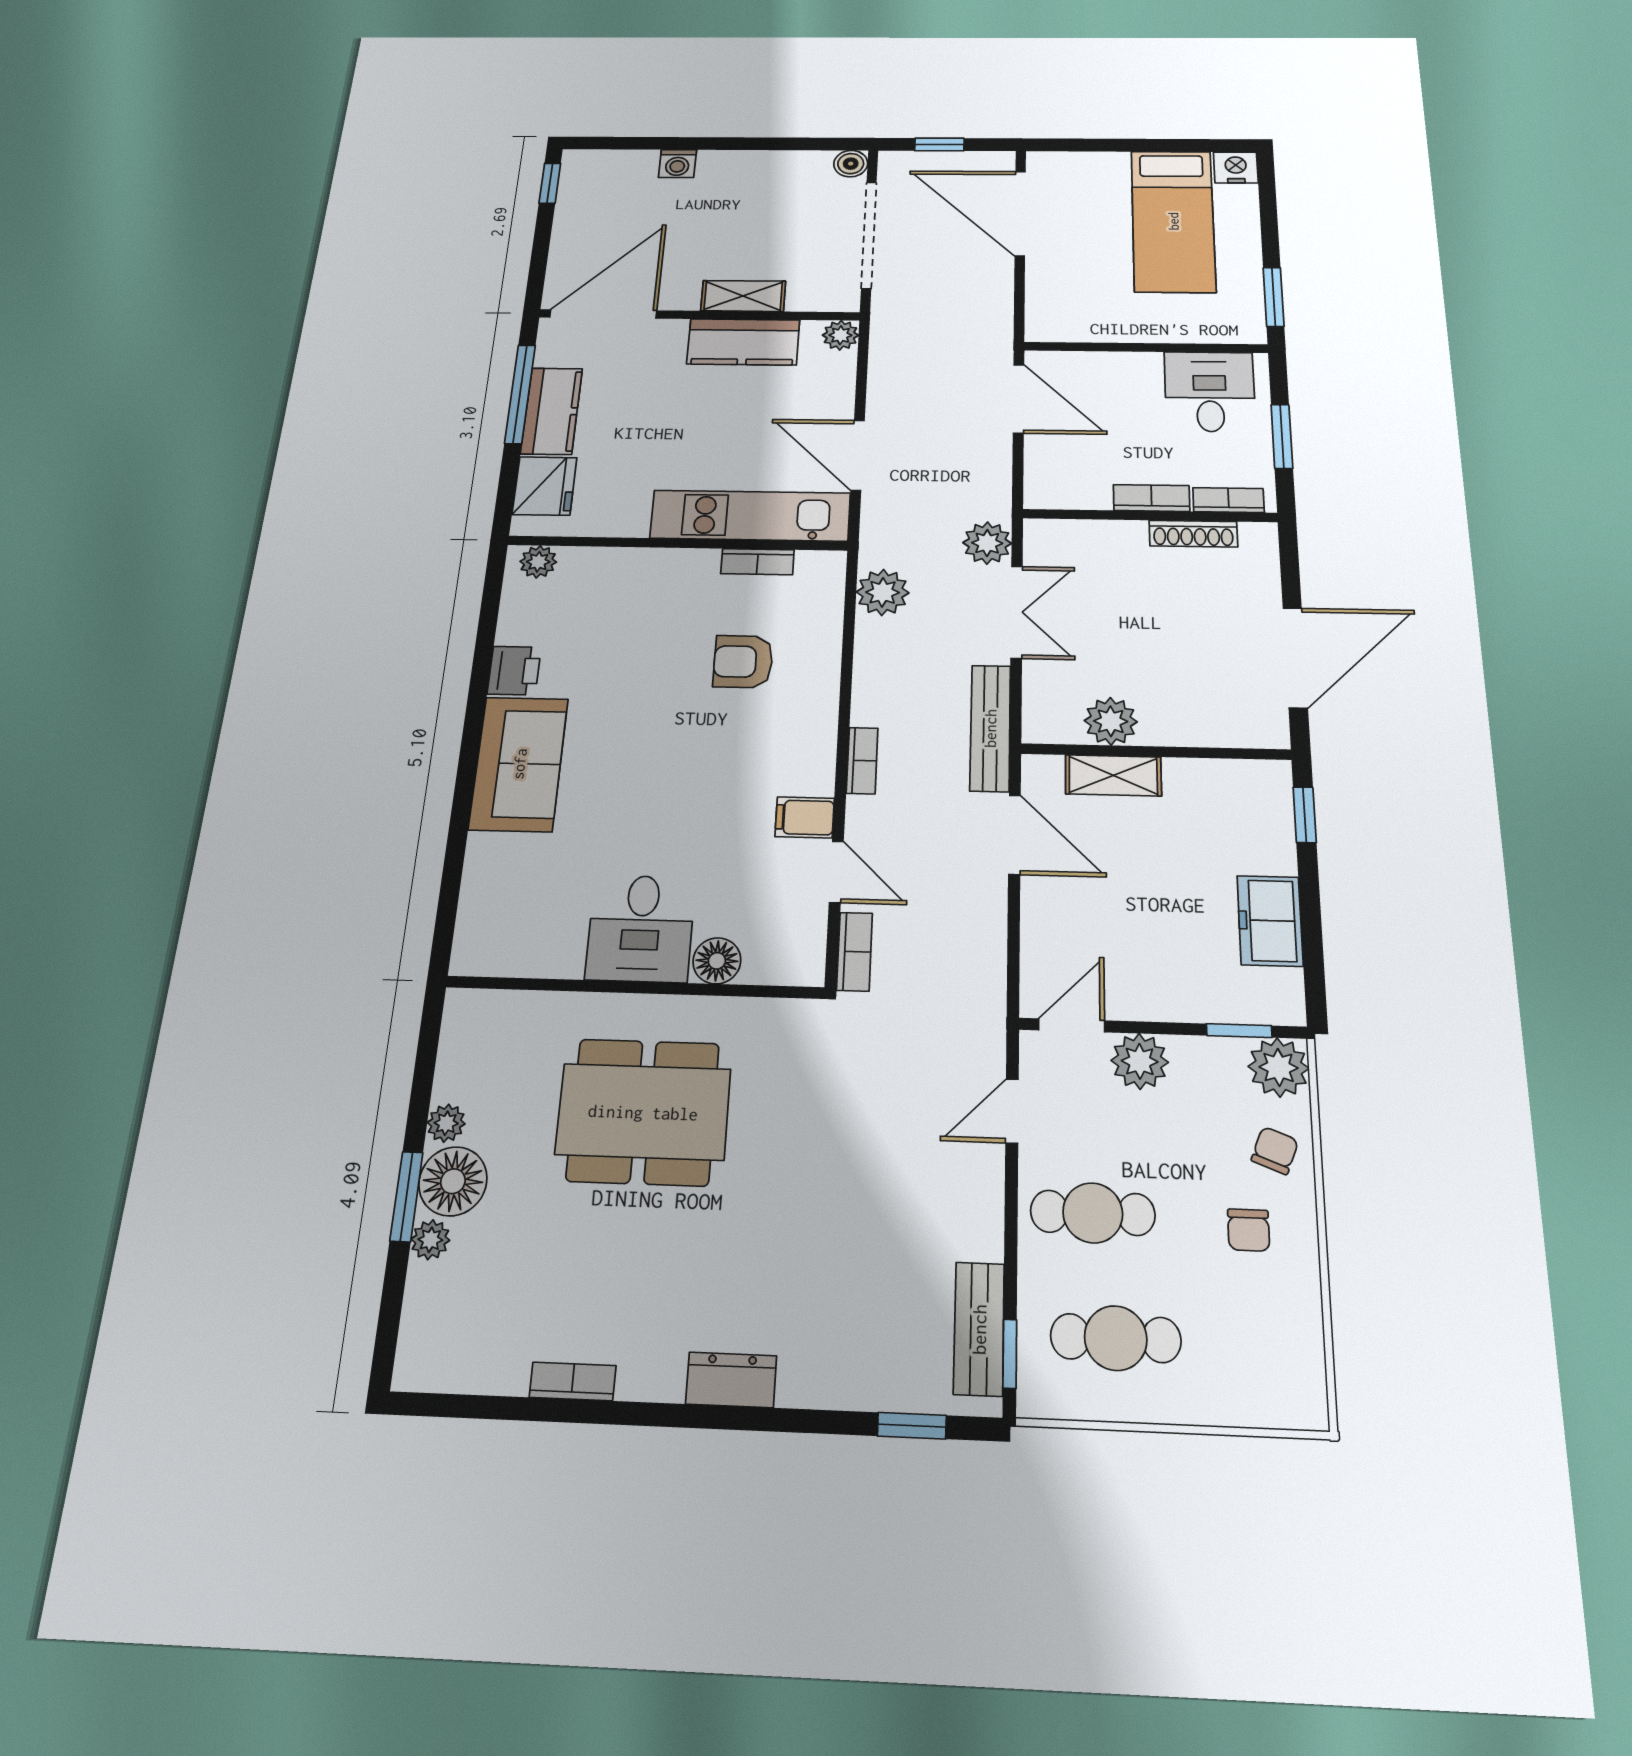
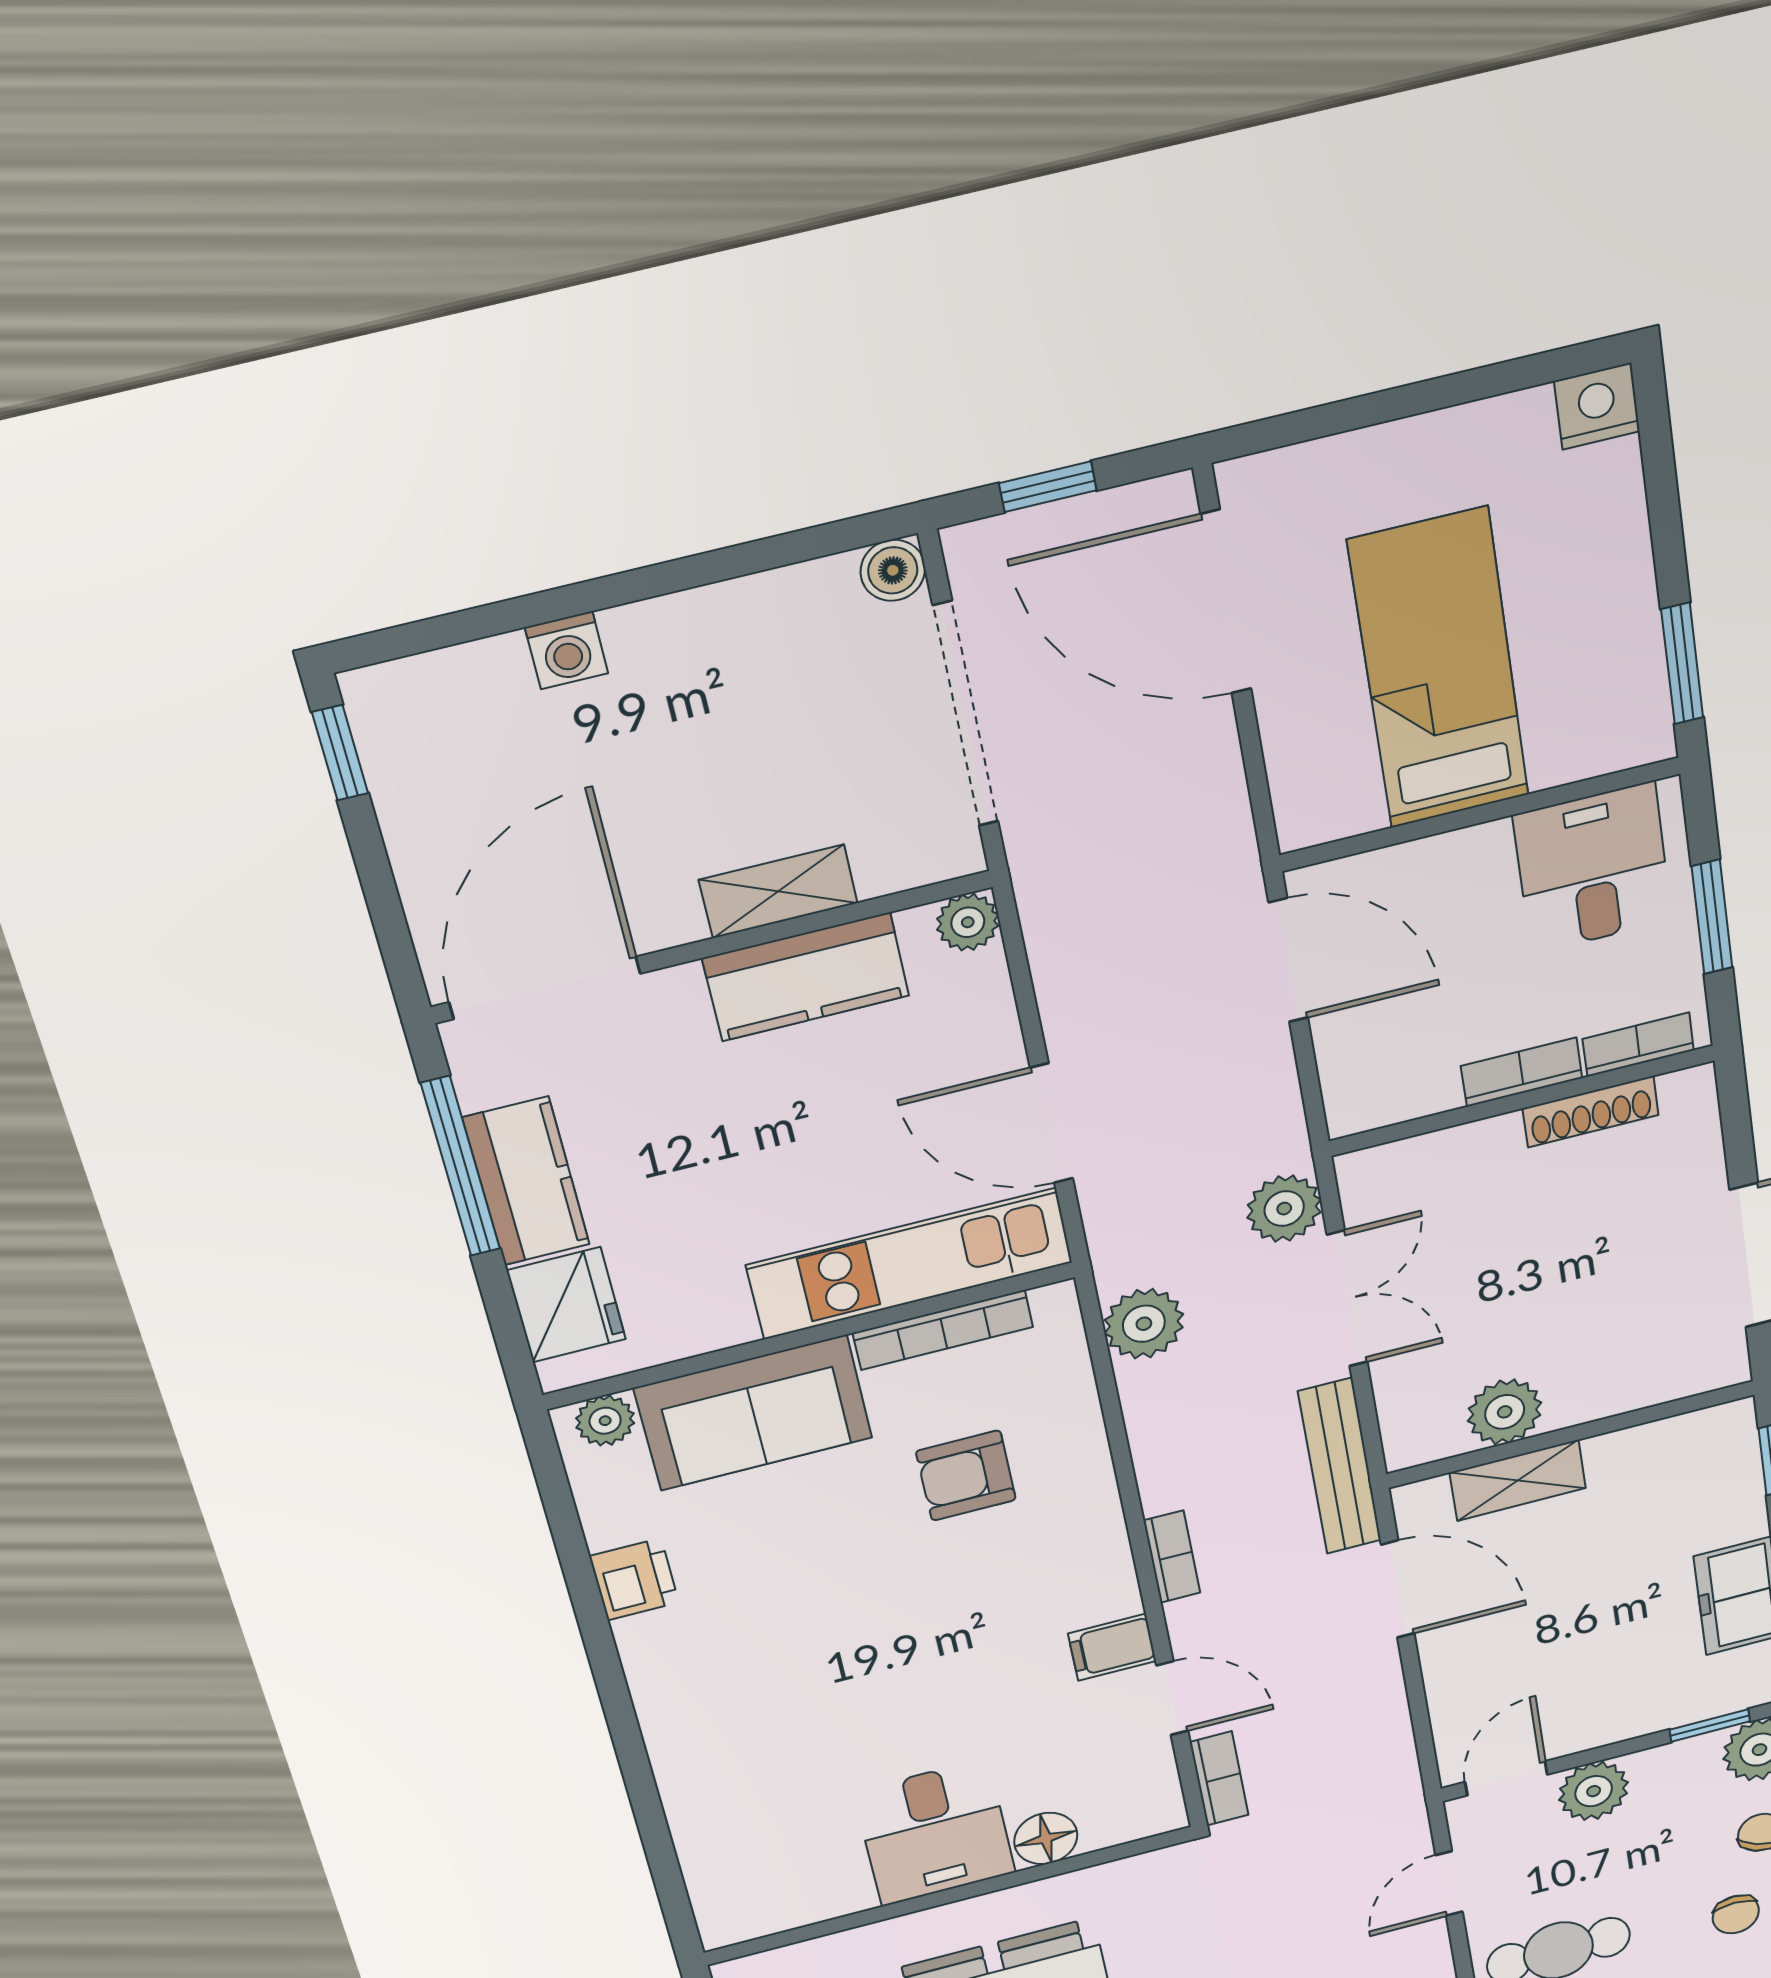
bed: (1173, 221) -> (1439, 669), moved, turned 180
bookcase: (757, 562) -> (943, 1330), width x1.56
sofa: (519, 764) -> (753, 1413), moved, turned 90

